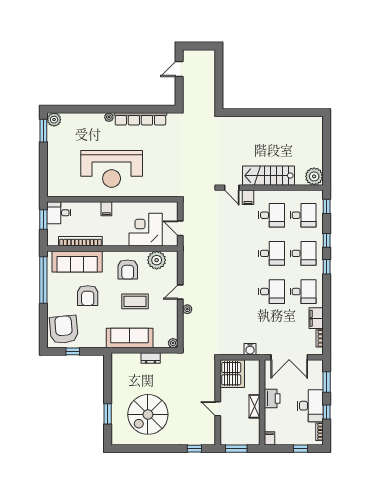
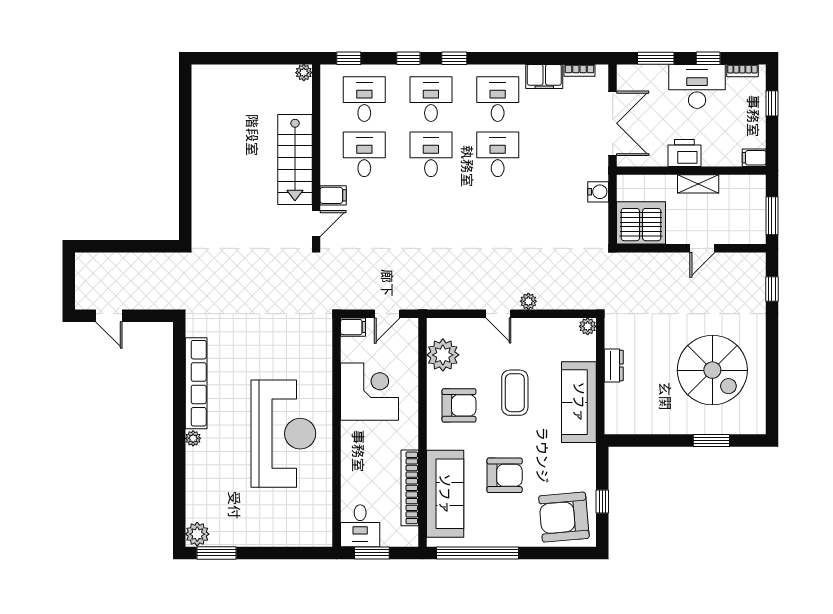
plant: (314, 176) -> (304, 73), width x0.53, depth x0.53
filing cabinet: (106, 209) -> (353, 327), moved
corner desk: (146, 230) -> (369, 392), moved, turned 180

